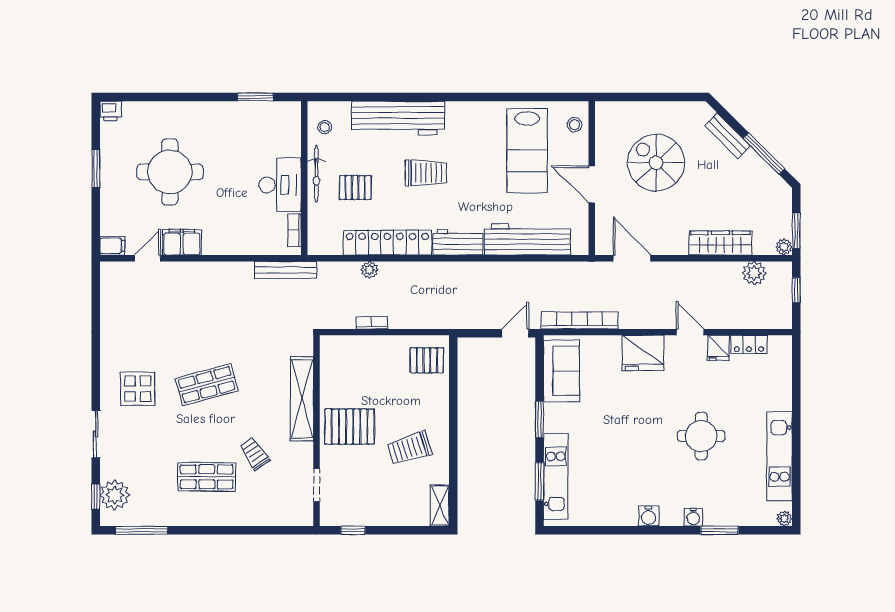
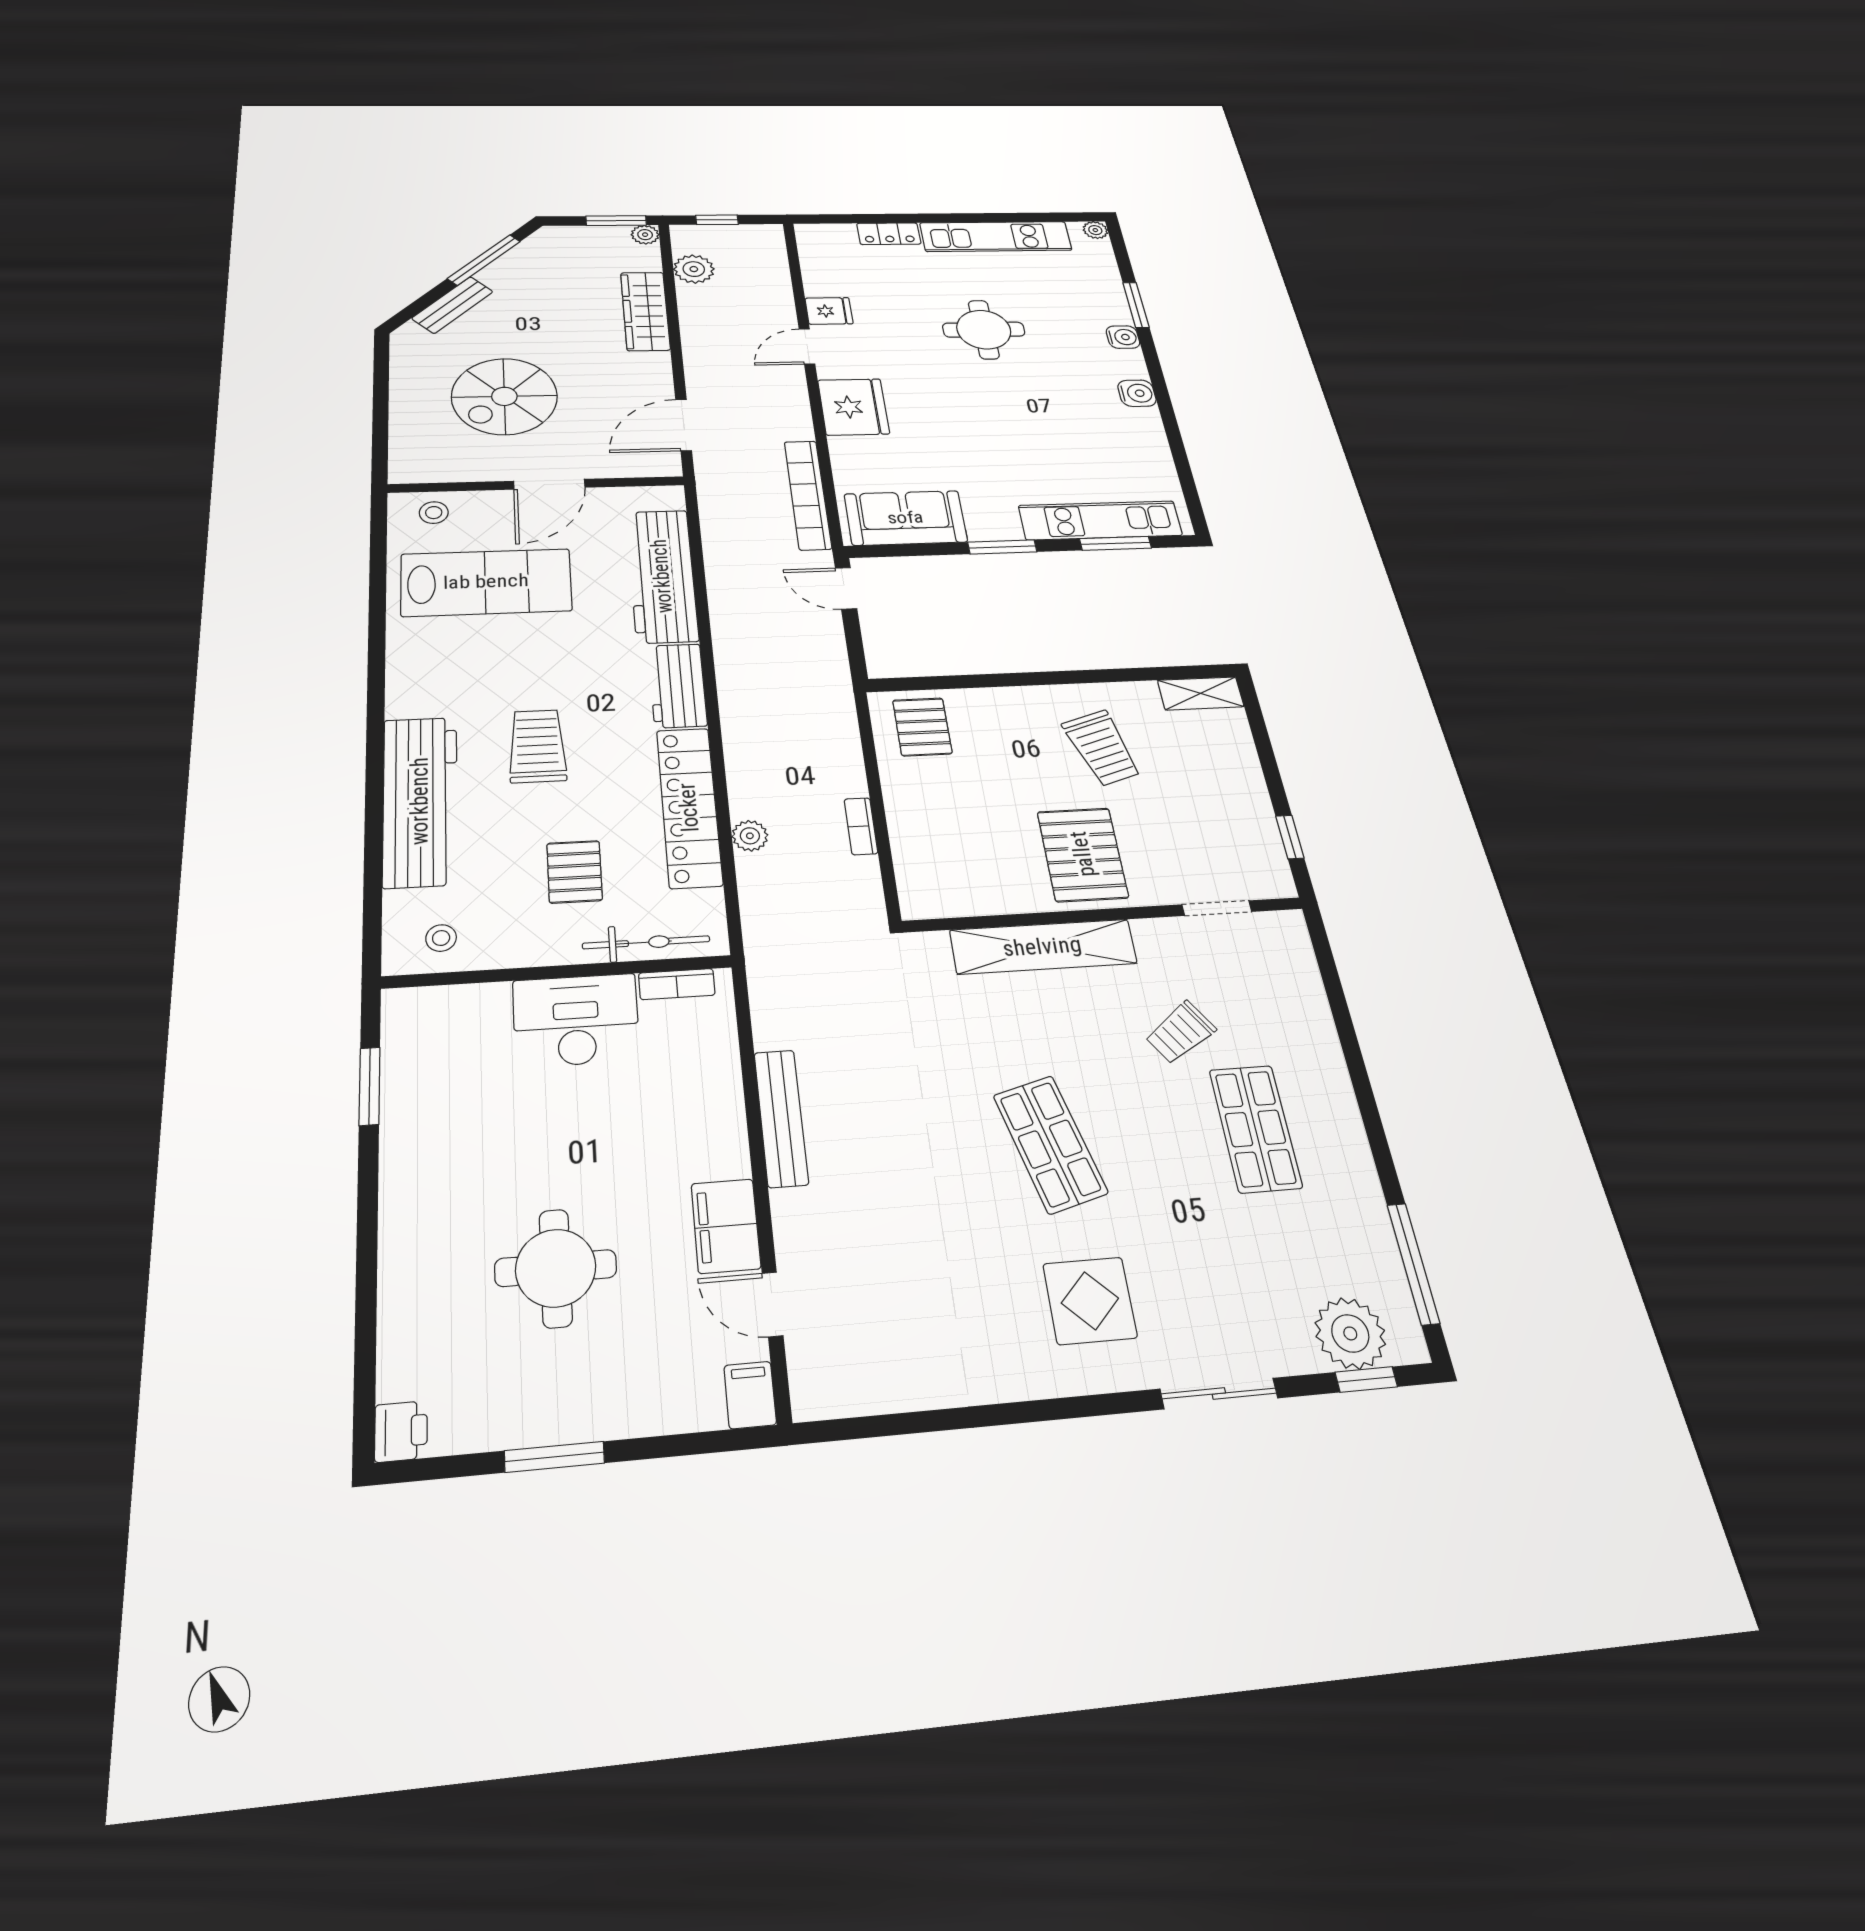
round table: (170, 172) -> (556, 1268), width x0.73, depth x0.73
bicycle: (316, 174) -> (646, 942), moved
bench: (286, 270) -> (781, 1118), moved
locker: (749, 344) -> (889, 234), moved, turned 90

